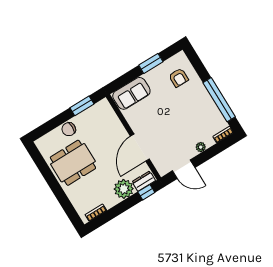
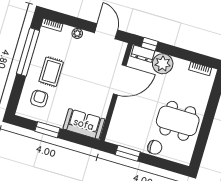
rug: (190, 104) -> (51, 72), added

